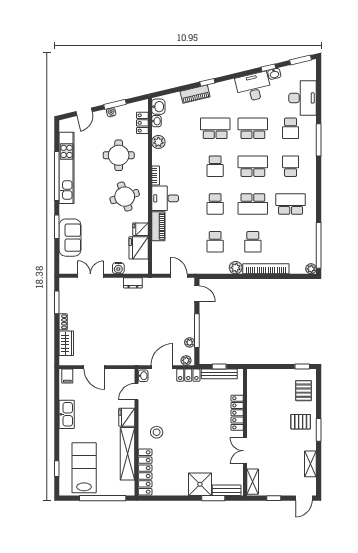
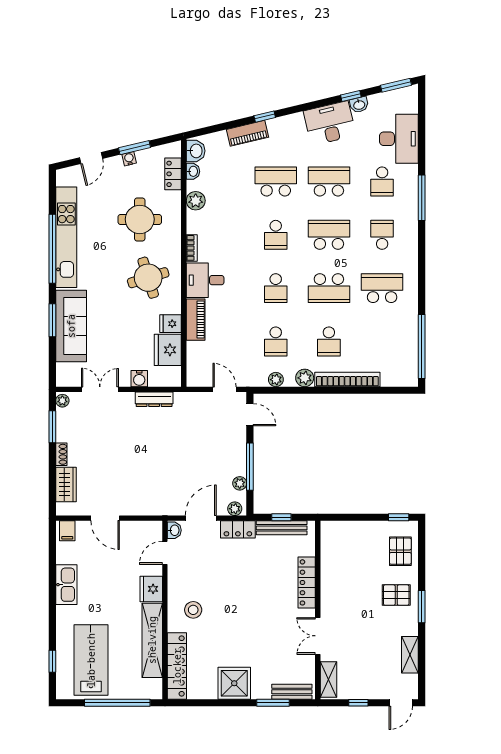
sofa: (70, 238) -> (71, 326), width x1.36
plant: (311, 269) -> (276, 380), moved
dresser: (133, 283) -> (154, 399), width x1.44
plant: (64, 284) -> (62, 401), added
shower: (200, 484) -> (234, 683), moved

